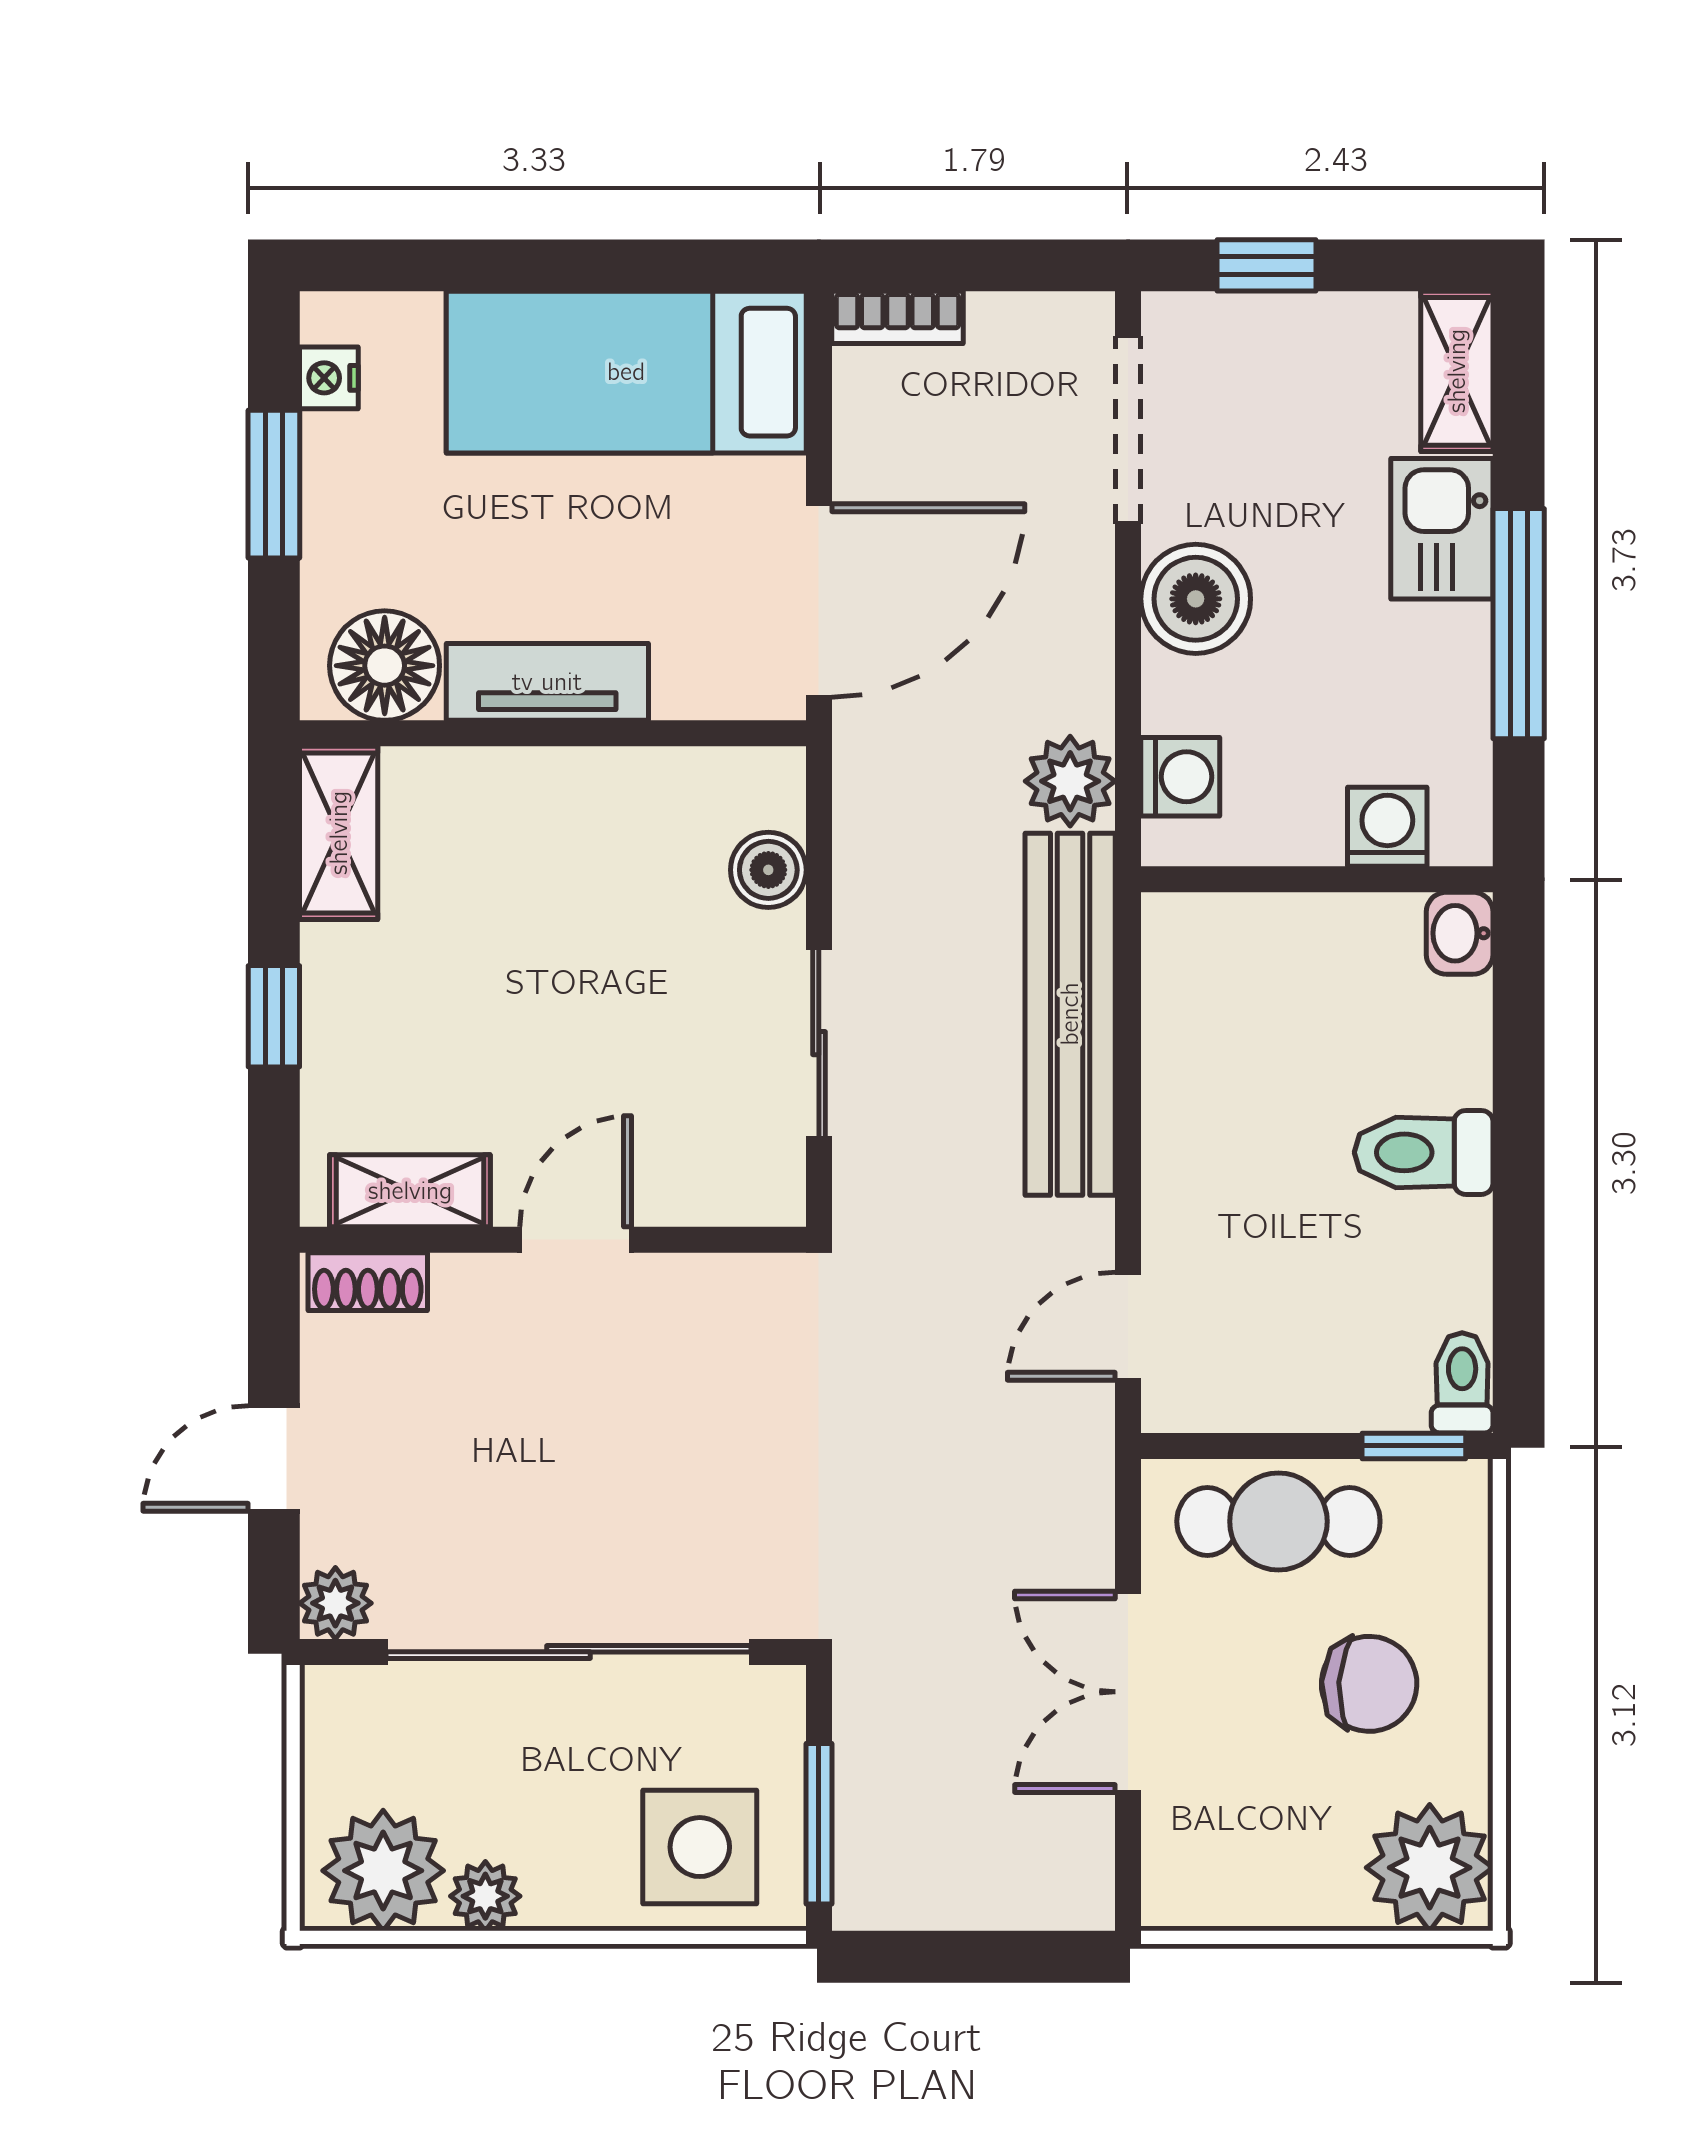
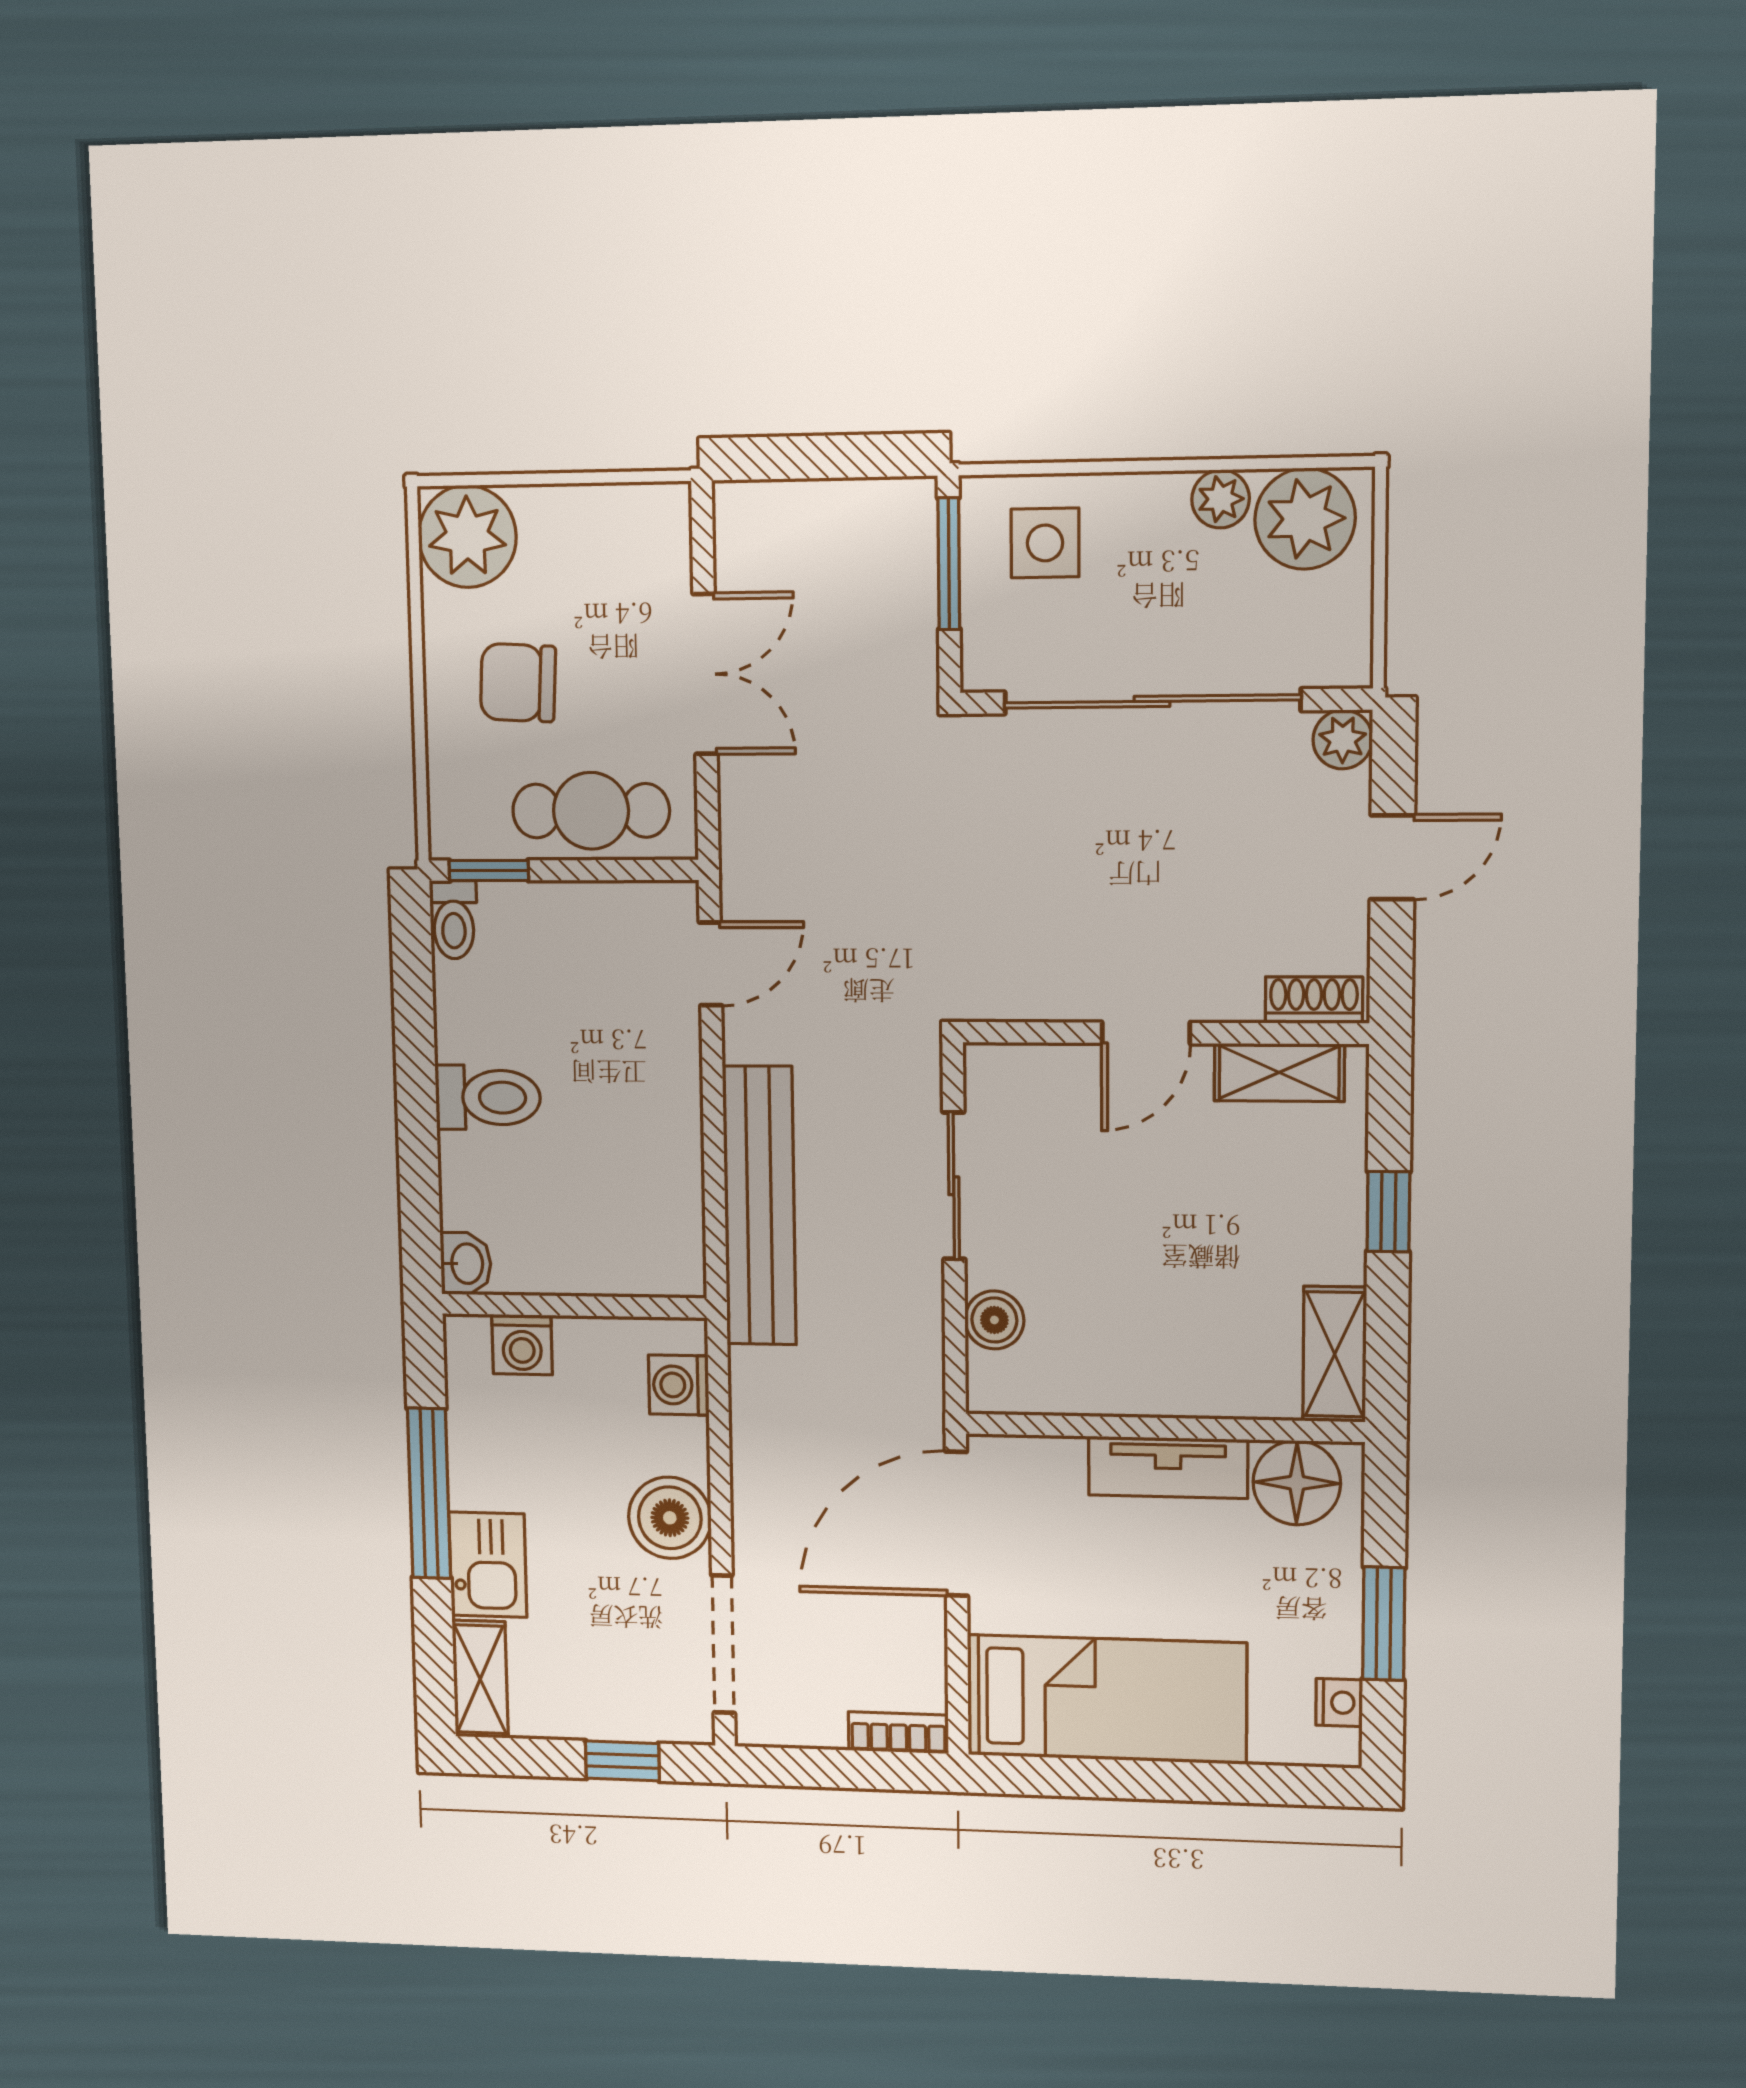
plant: (1070, 781) -> (762, 1383), removed
side table: (700, 1847) -> (1045, 543), width x0.73, depth x0.73

